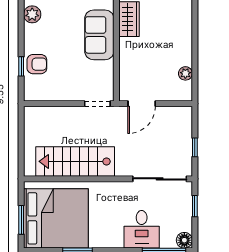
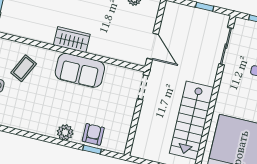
plant: (32, 14) -> (65, 132), moved
sliding door: (160, 179) -> (226, 46), width x0.73

